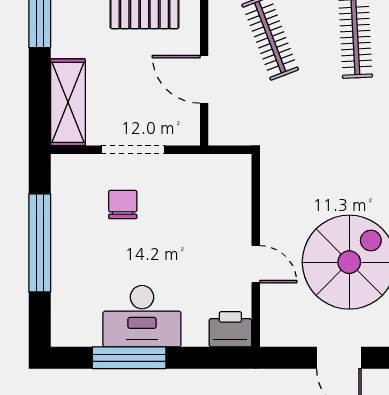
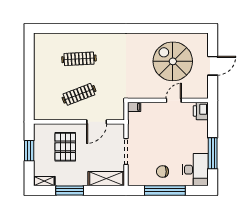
filing cabinet: (240, 169) -> (134, 107), added
chair: (123, 205) -> (162, 172), moved
desk: (142, 316) -> (195, 170), moved

